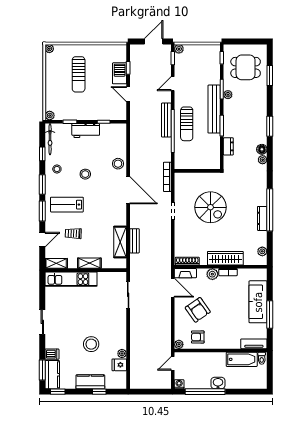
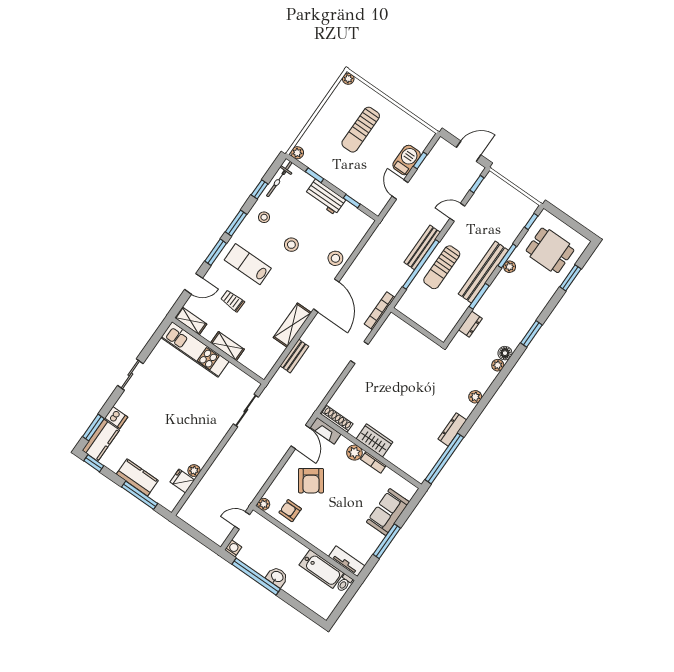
plant: (179, 49) -> (491, 179), removed
spiral stairs: (210, 207) -> (404, 377), removed
window: (270, 210) -> (444, 458), moved
shelving: (120, 242) -> (292, 325), moved
plant: (262, 251) -> (475, 397), moved
wardrobe: (225, 258) -> (374, 440), width x0.67
sofa: (258, 302) -> (388, 512), width x0.73
stool: (91, 344) -> (167, 437), removed
window: (99, 392) -> (140, 495), width x2.17

